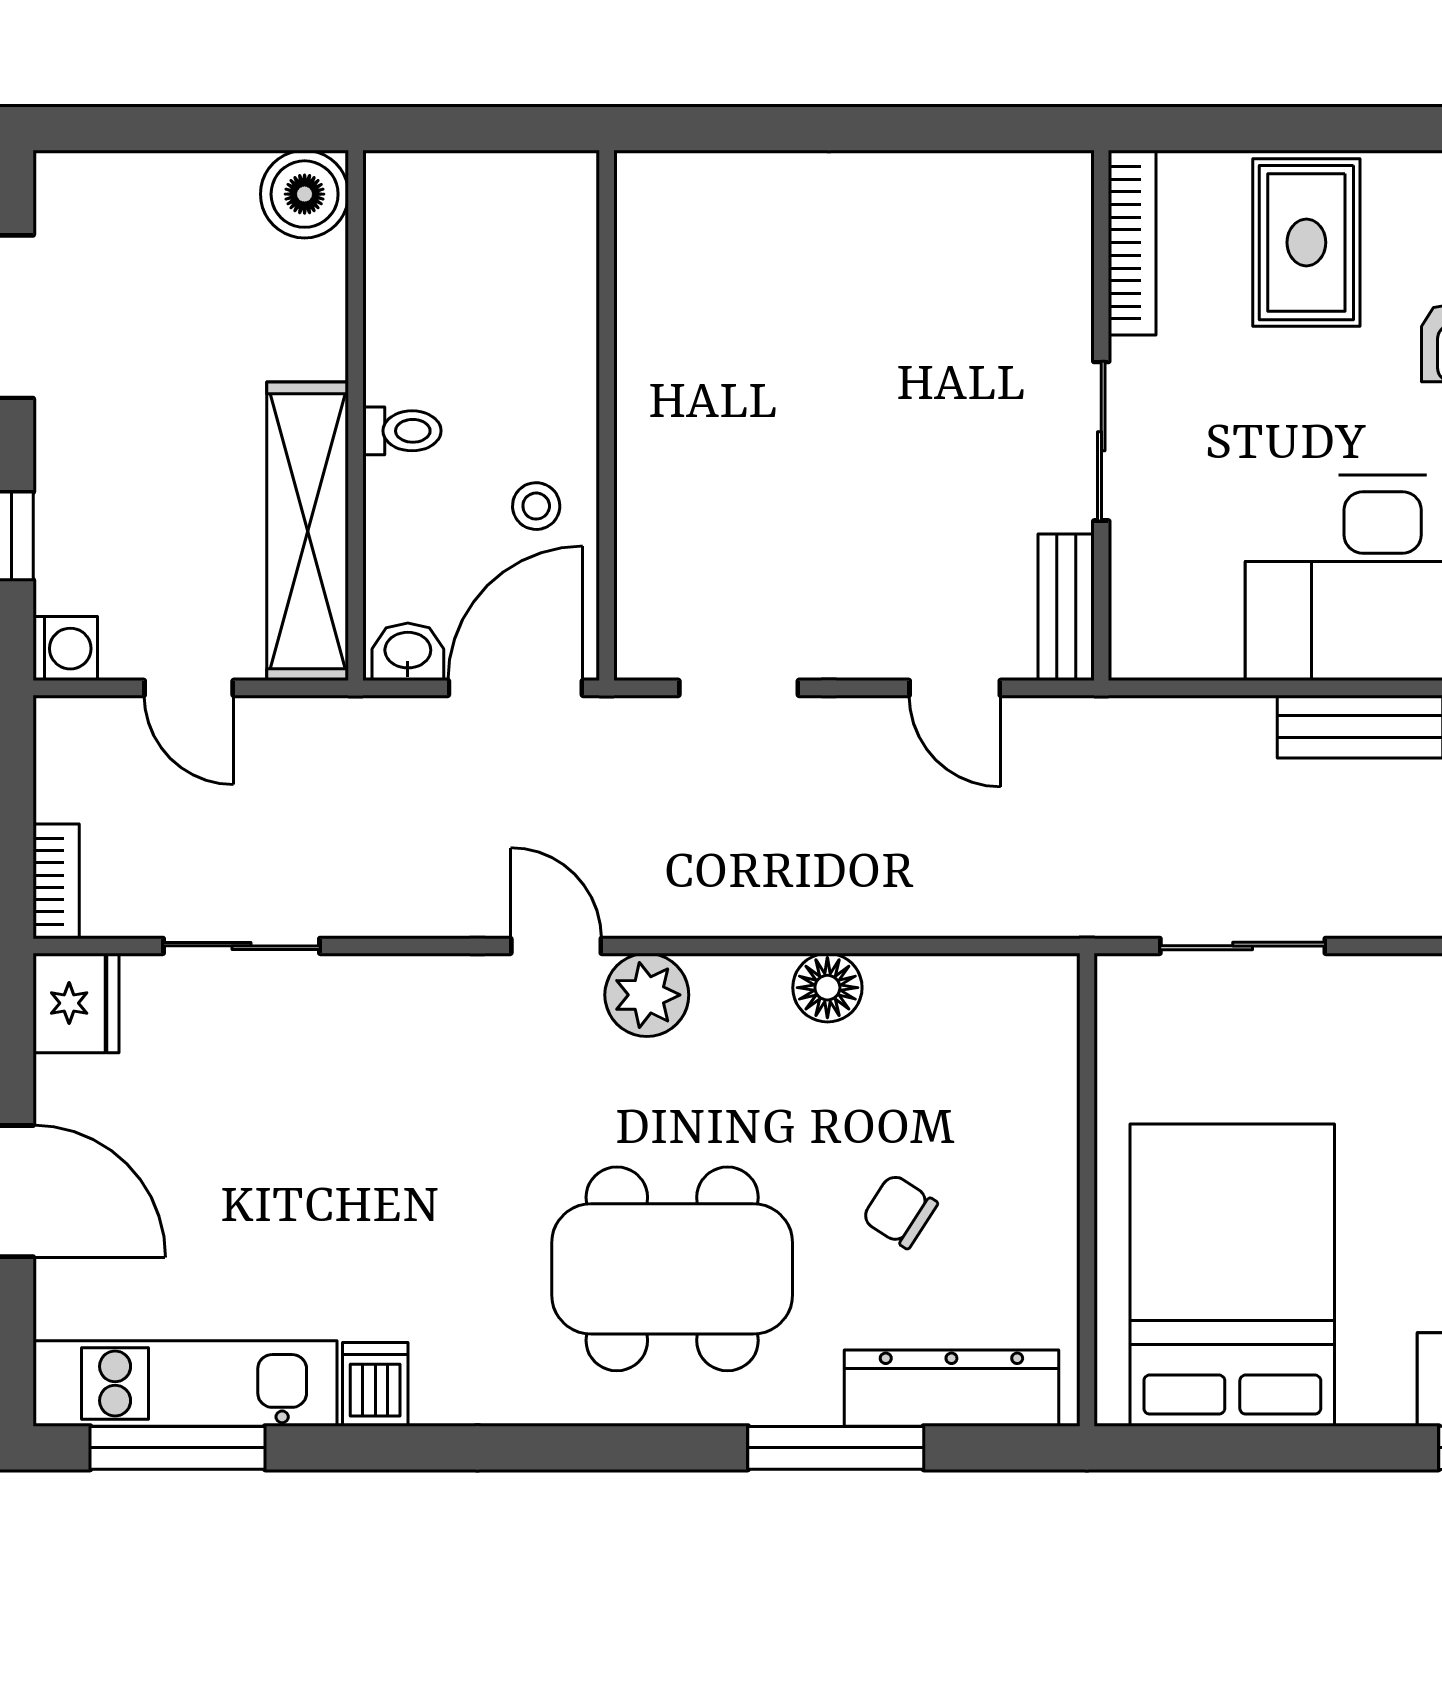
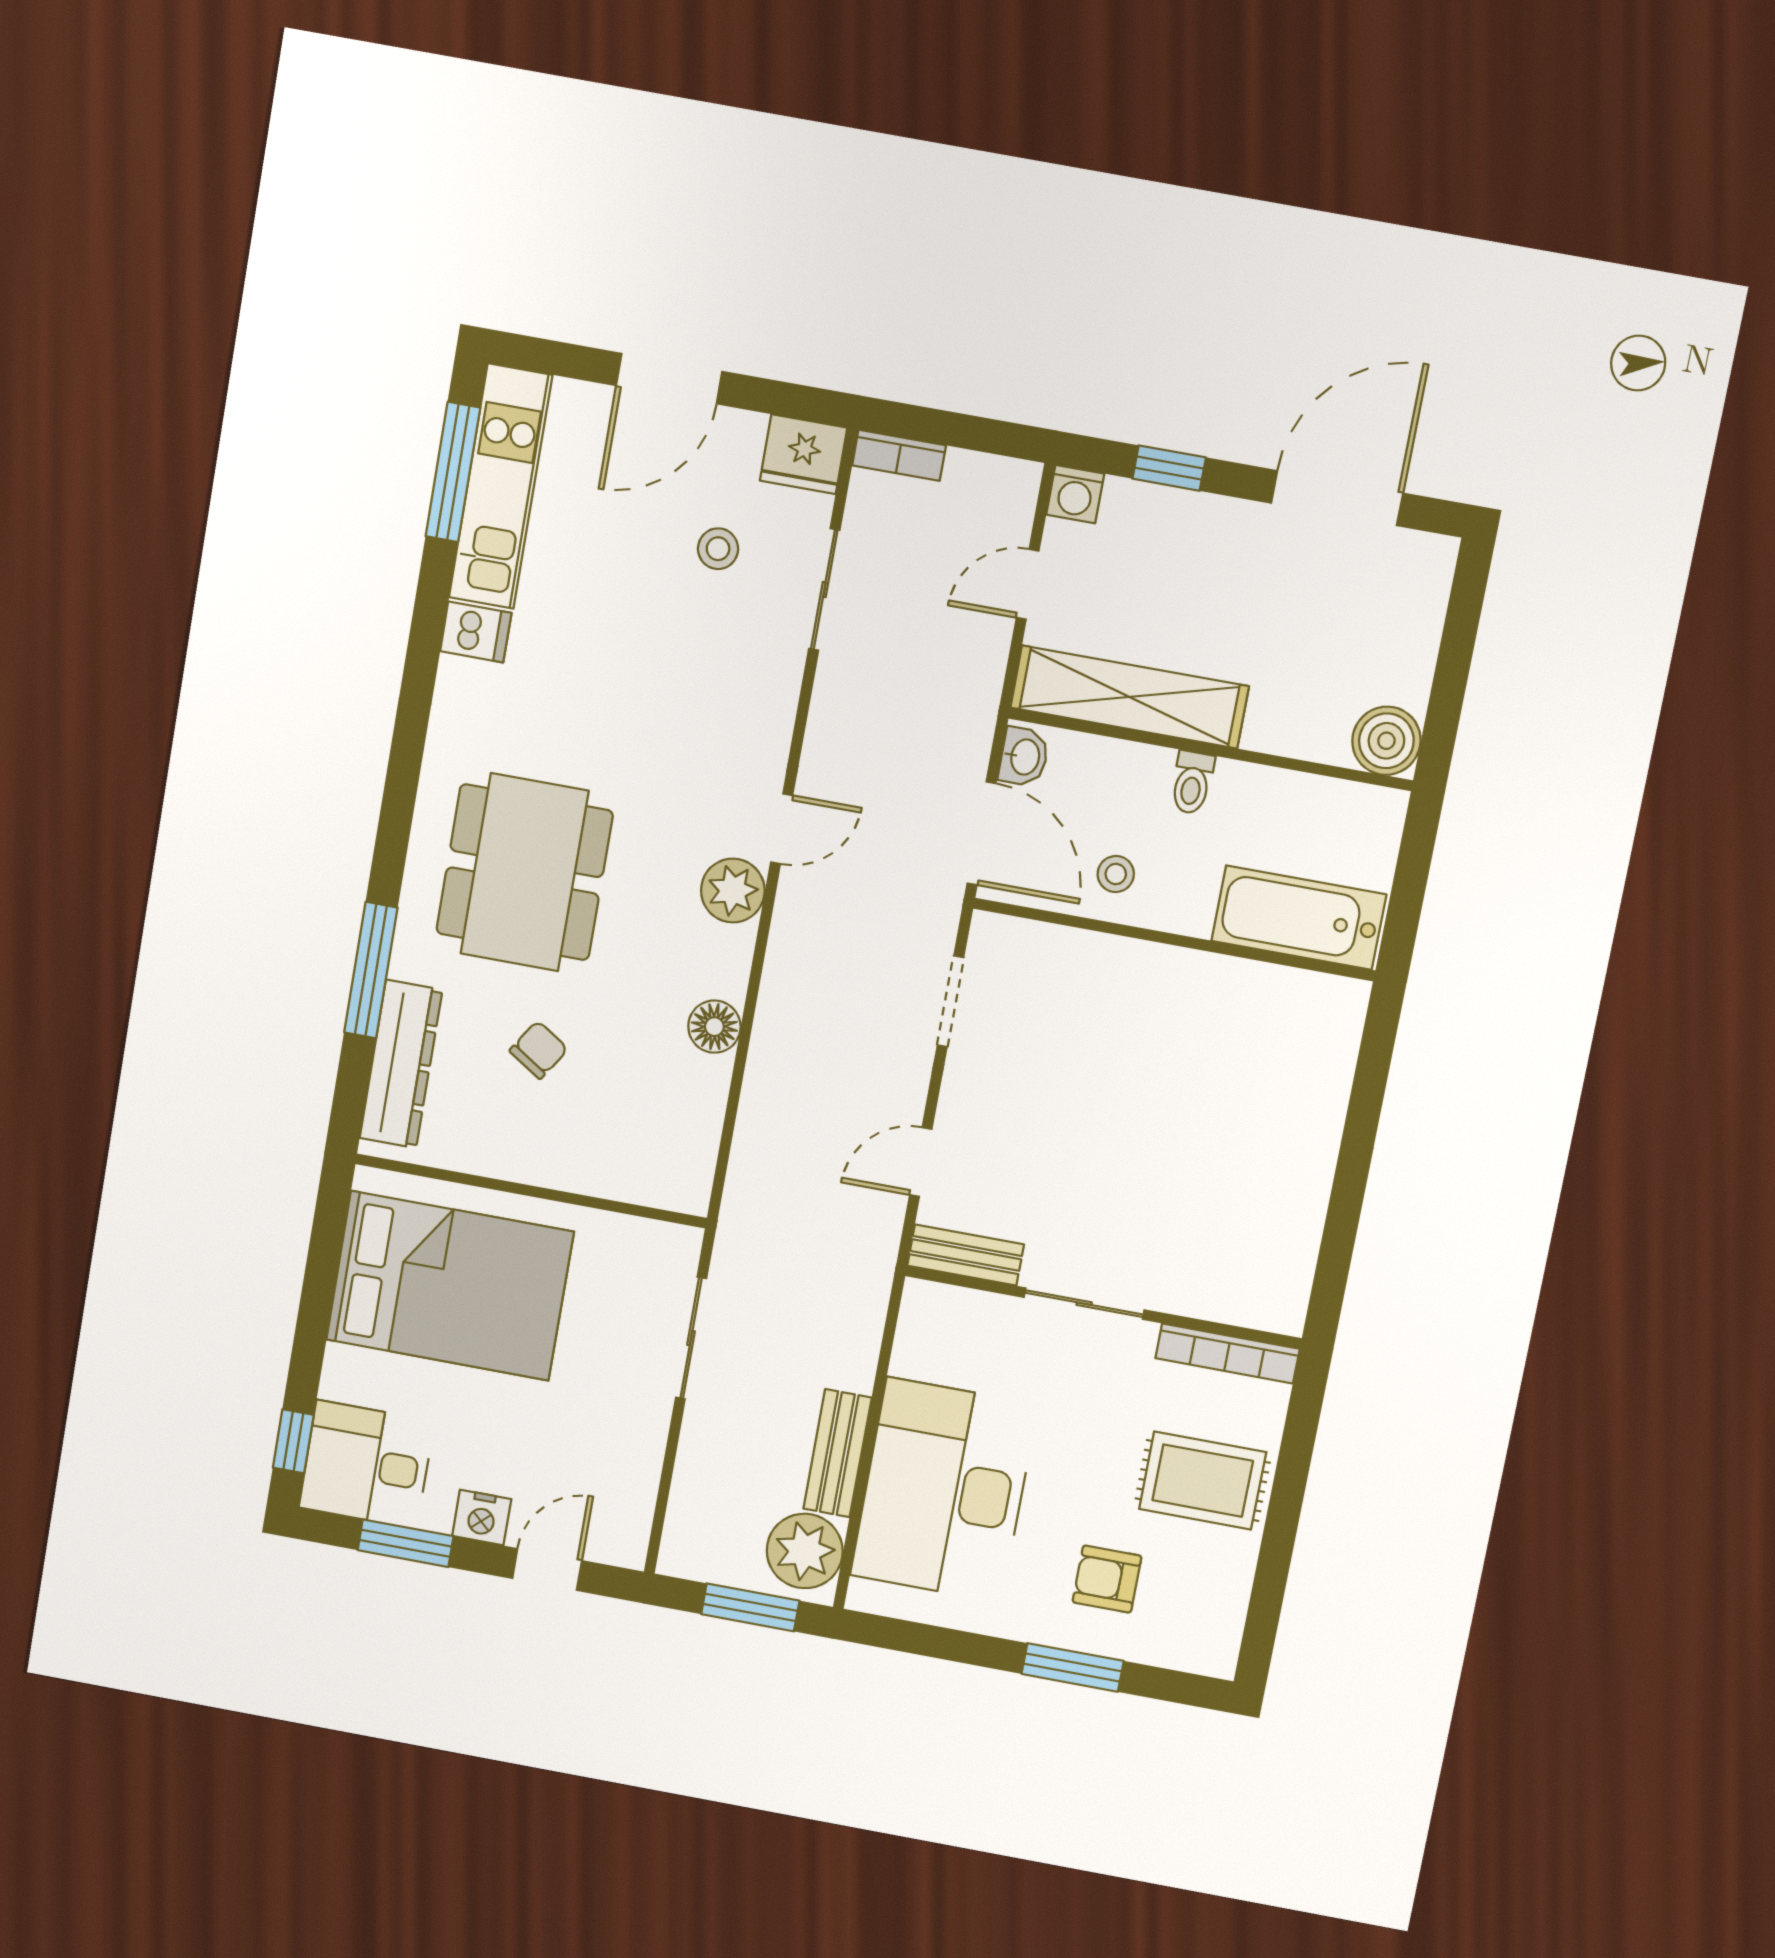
bathtub: (549, 261) -> (1299, 918), added
stool: (214, 1091) -> (718, 549), added

